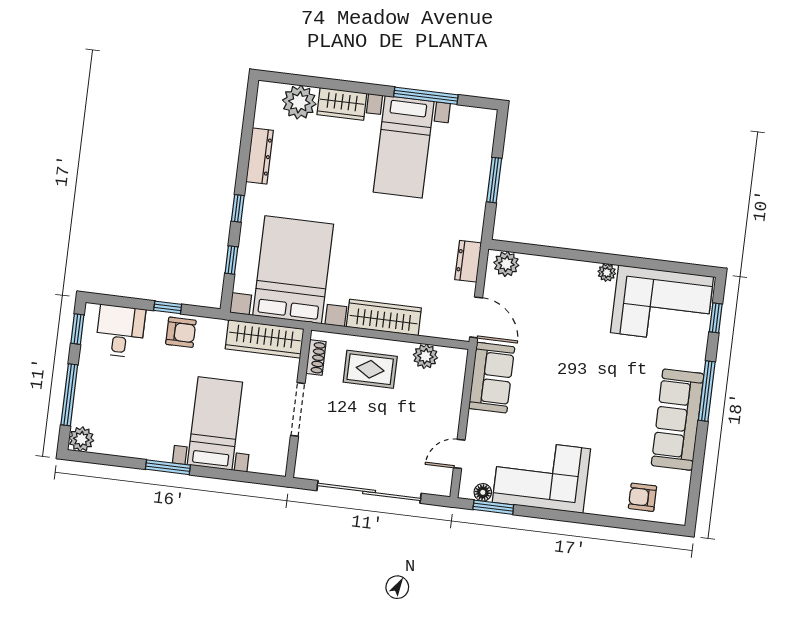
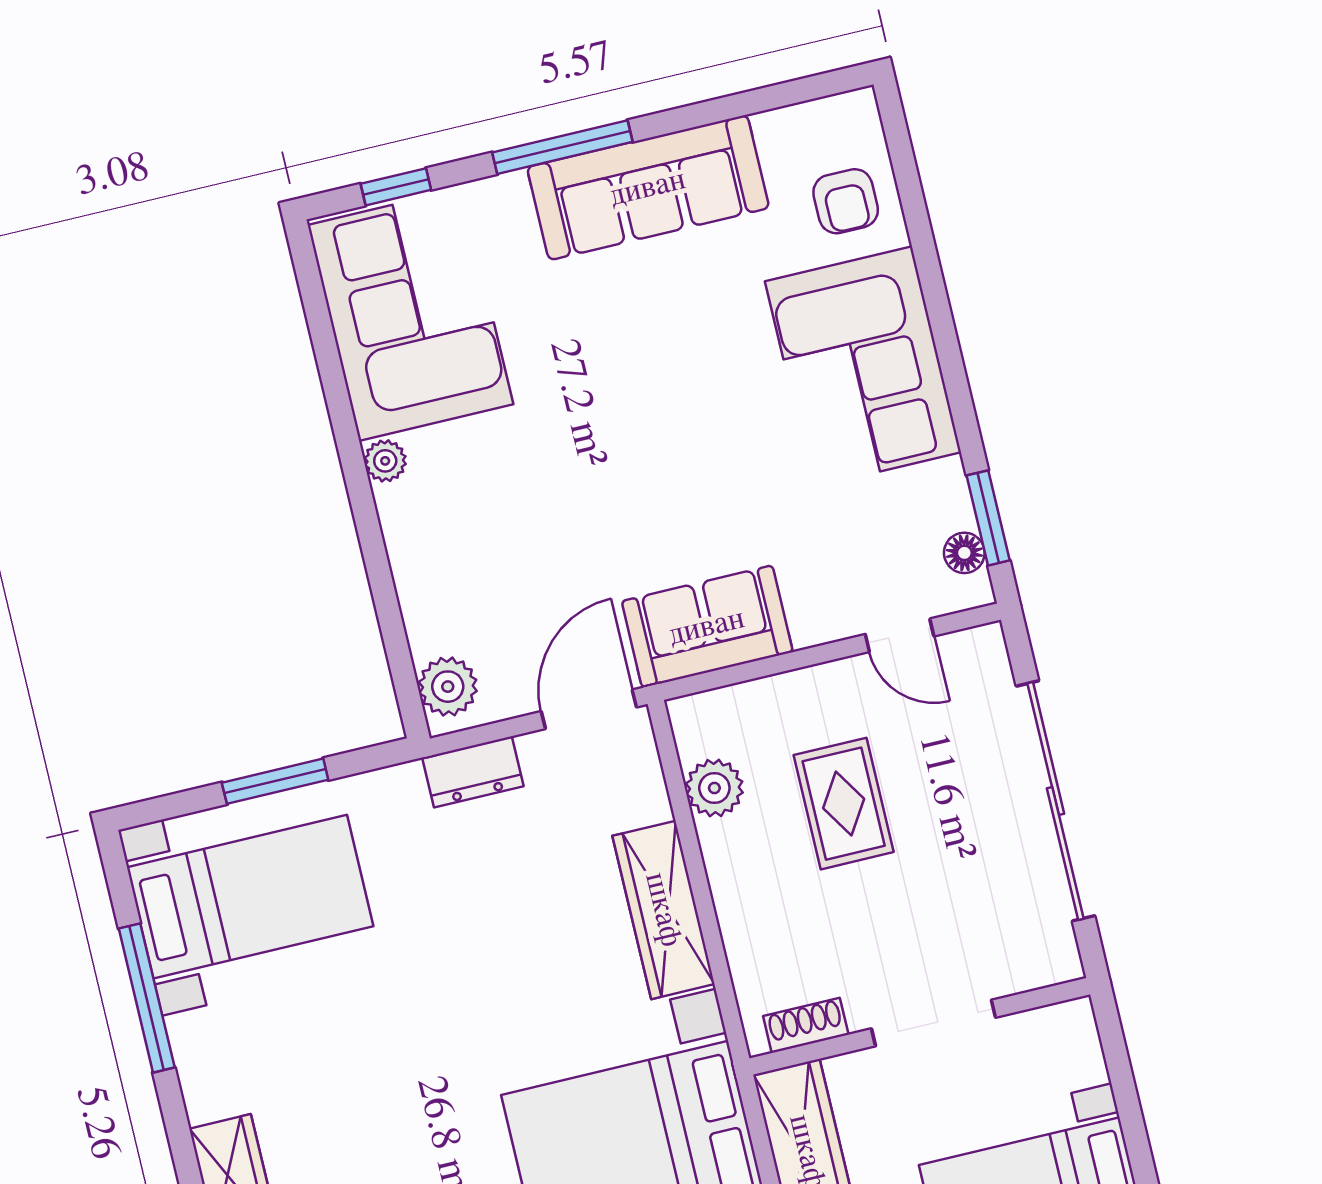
bed with nightstands: (404, 147) -> (250, 897), moved
rug: (370, 369) -> (844, 804), moved
corner sofa: (541, 476) -> (863, 367), moved

